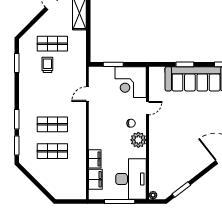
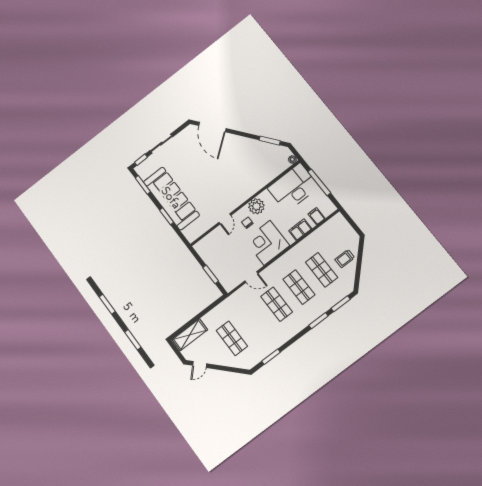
trolley: (47, 65) -> (345, 259), moved
corner desk: (131, 82) -> (267, 243), moved, turned 180
shop shelf: (52, 97) -> (277, 304), added
door: (147, 108) -> (225, 219), swing flipped
filing cabinet: (95, 179) -> (317, 216), width x0.50

